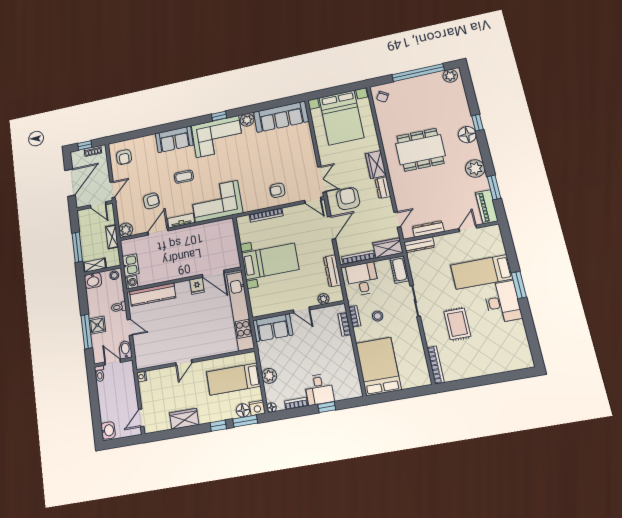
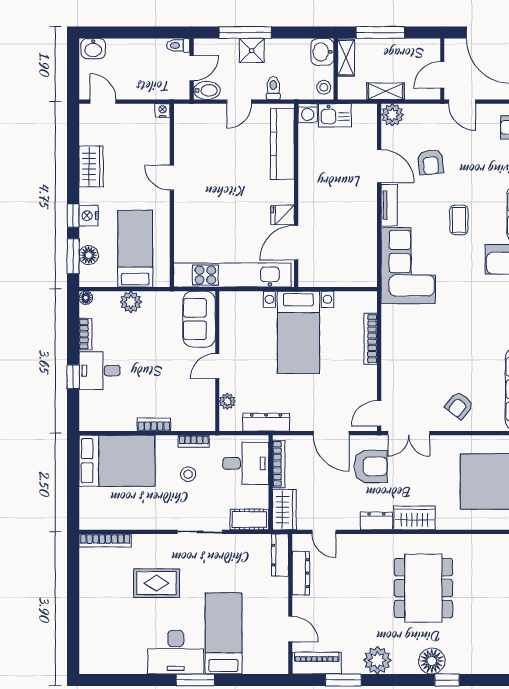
armchair: (277, 190) -> (459, 405), moved, turned -142
bookcase: (344, 324) -> (154, 425), moved
nightstand: (257, 408) -> (89, 216), moved

